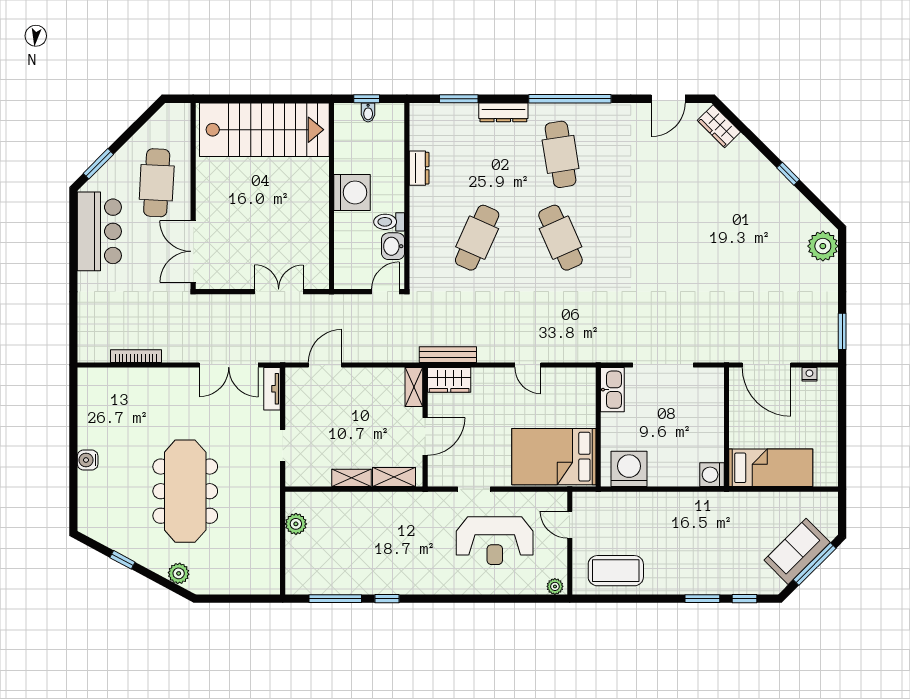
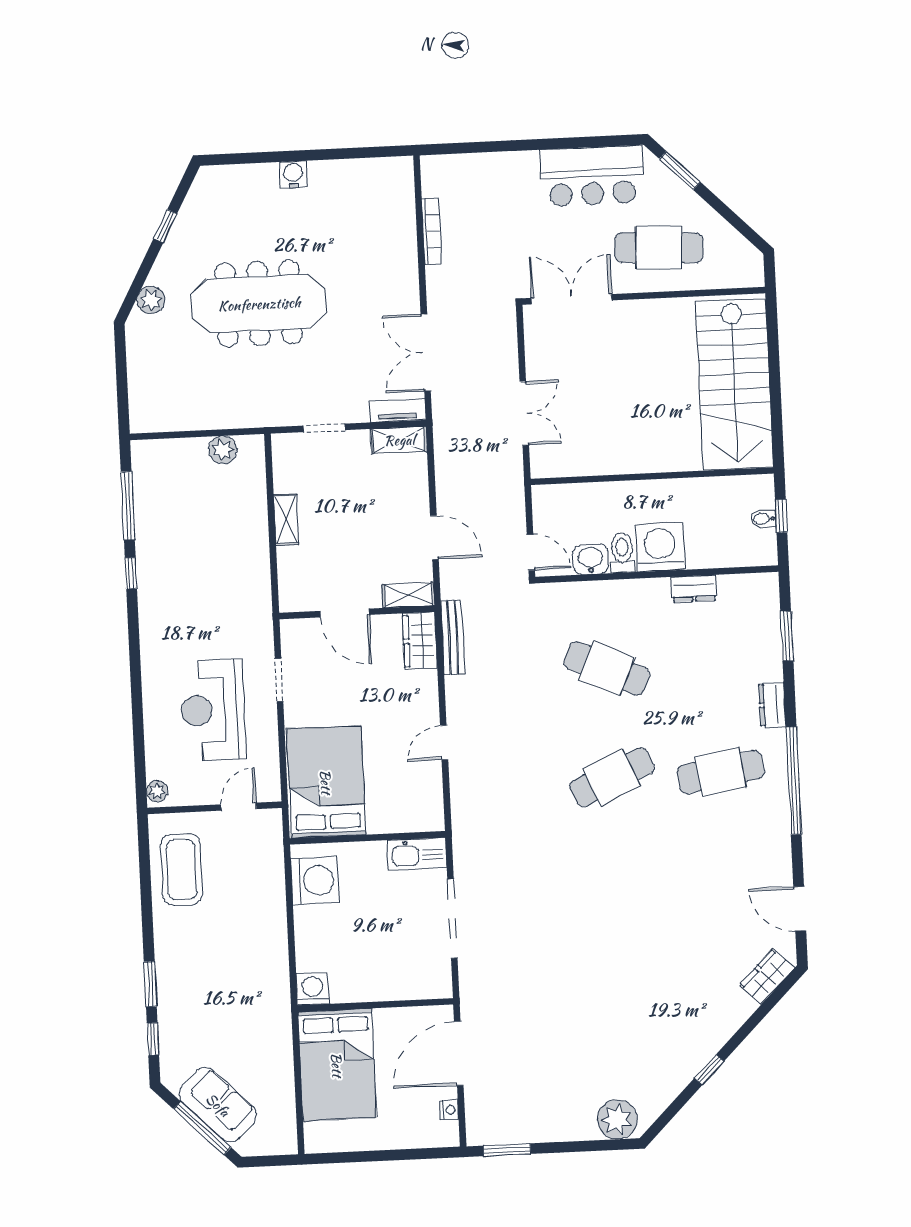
dresser: (503, 112) -> (772, 705), width x0.70
washing machine: (352, 192) -> (660, 547), moved, turned 180
door: (325, 365) -> (434, 538), moved
bed: (771, 468) -> (337, 1065), width x1.50
shelving: (394, 477) -> (399, 440), moved, turned 90

